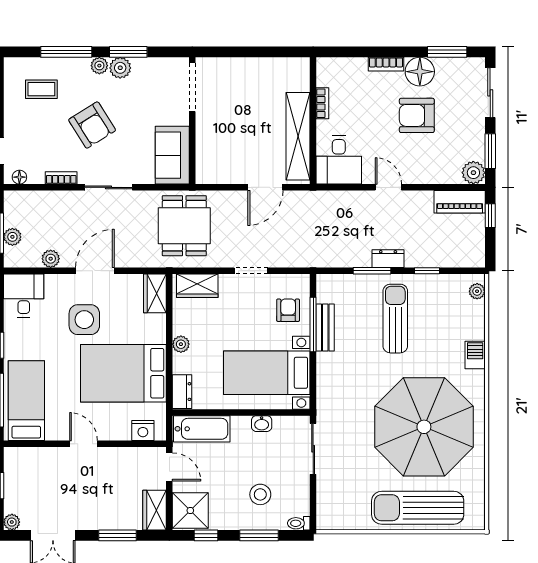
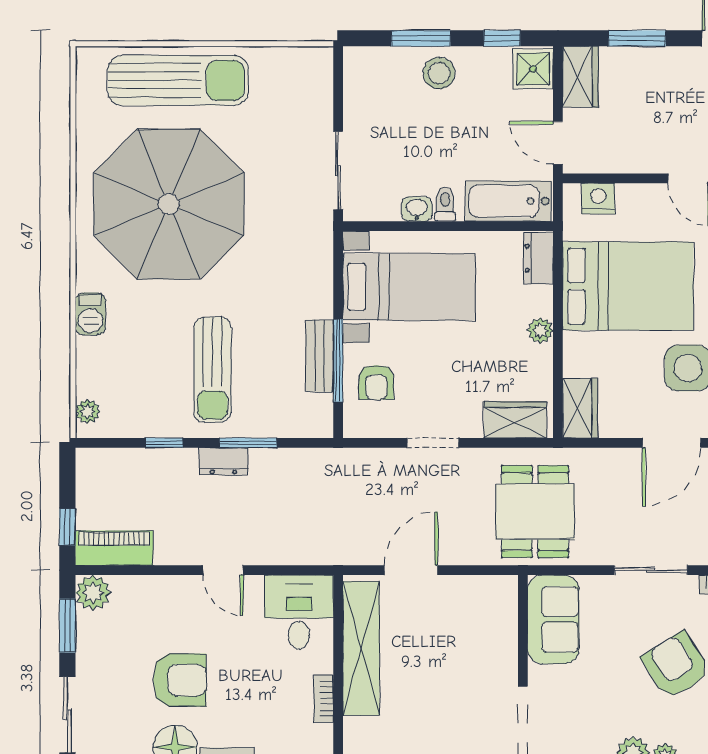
stool: (260, 494) -> (439, 73), moved
shower: (190, 510) -> (533, 69), width x0.73, depth x0.73
toilet: (299, 523) -> (445, 204), moved, turned -90

